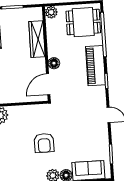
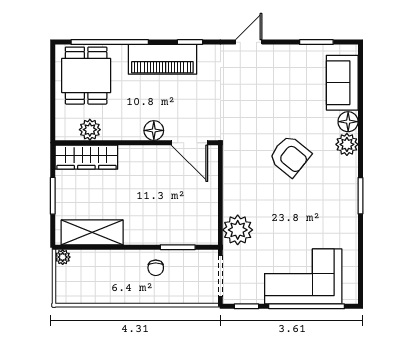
plant: (51, 12) -> (90, 130), moved
wardrobe: (37, 39) -> (86, 157), moved
armchair: (44, 143) -> (290, 156), turned 39

